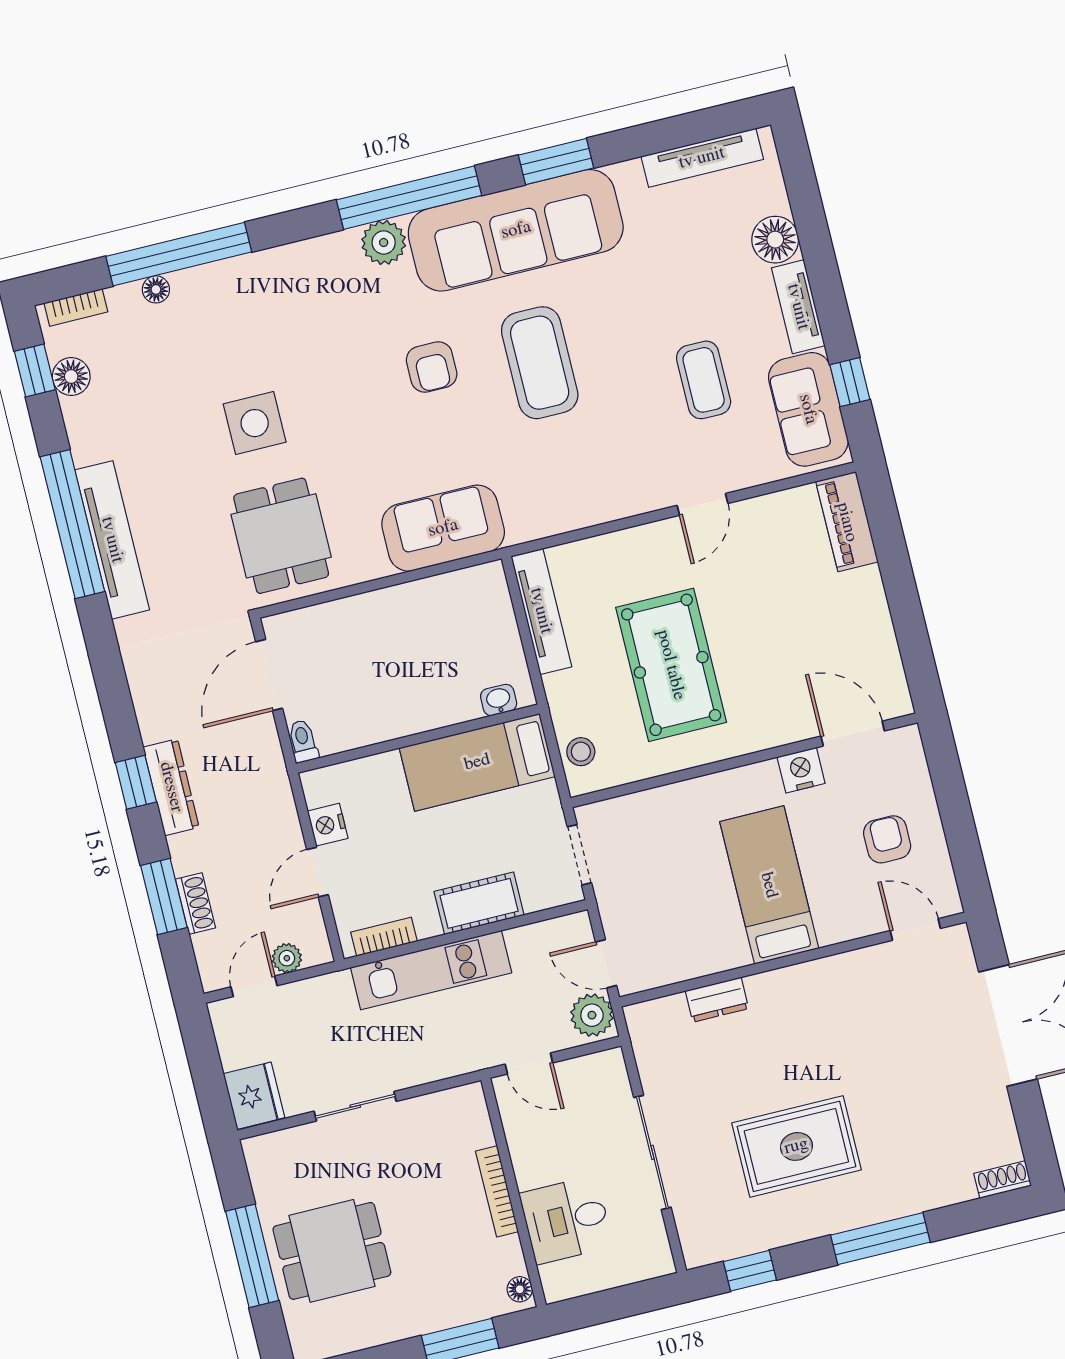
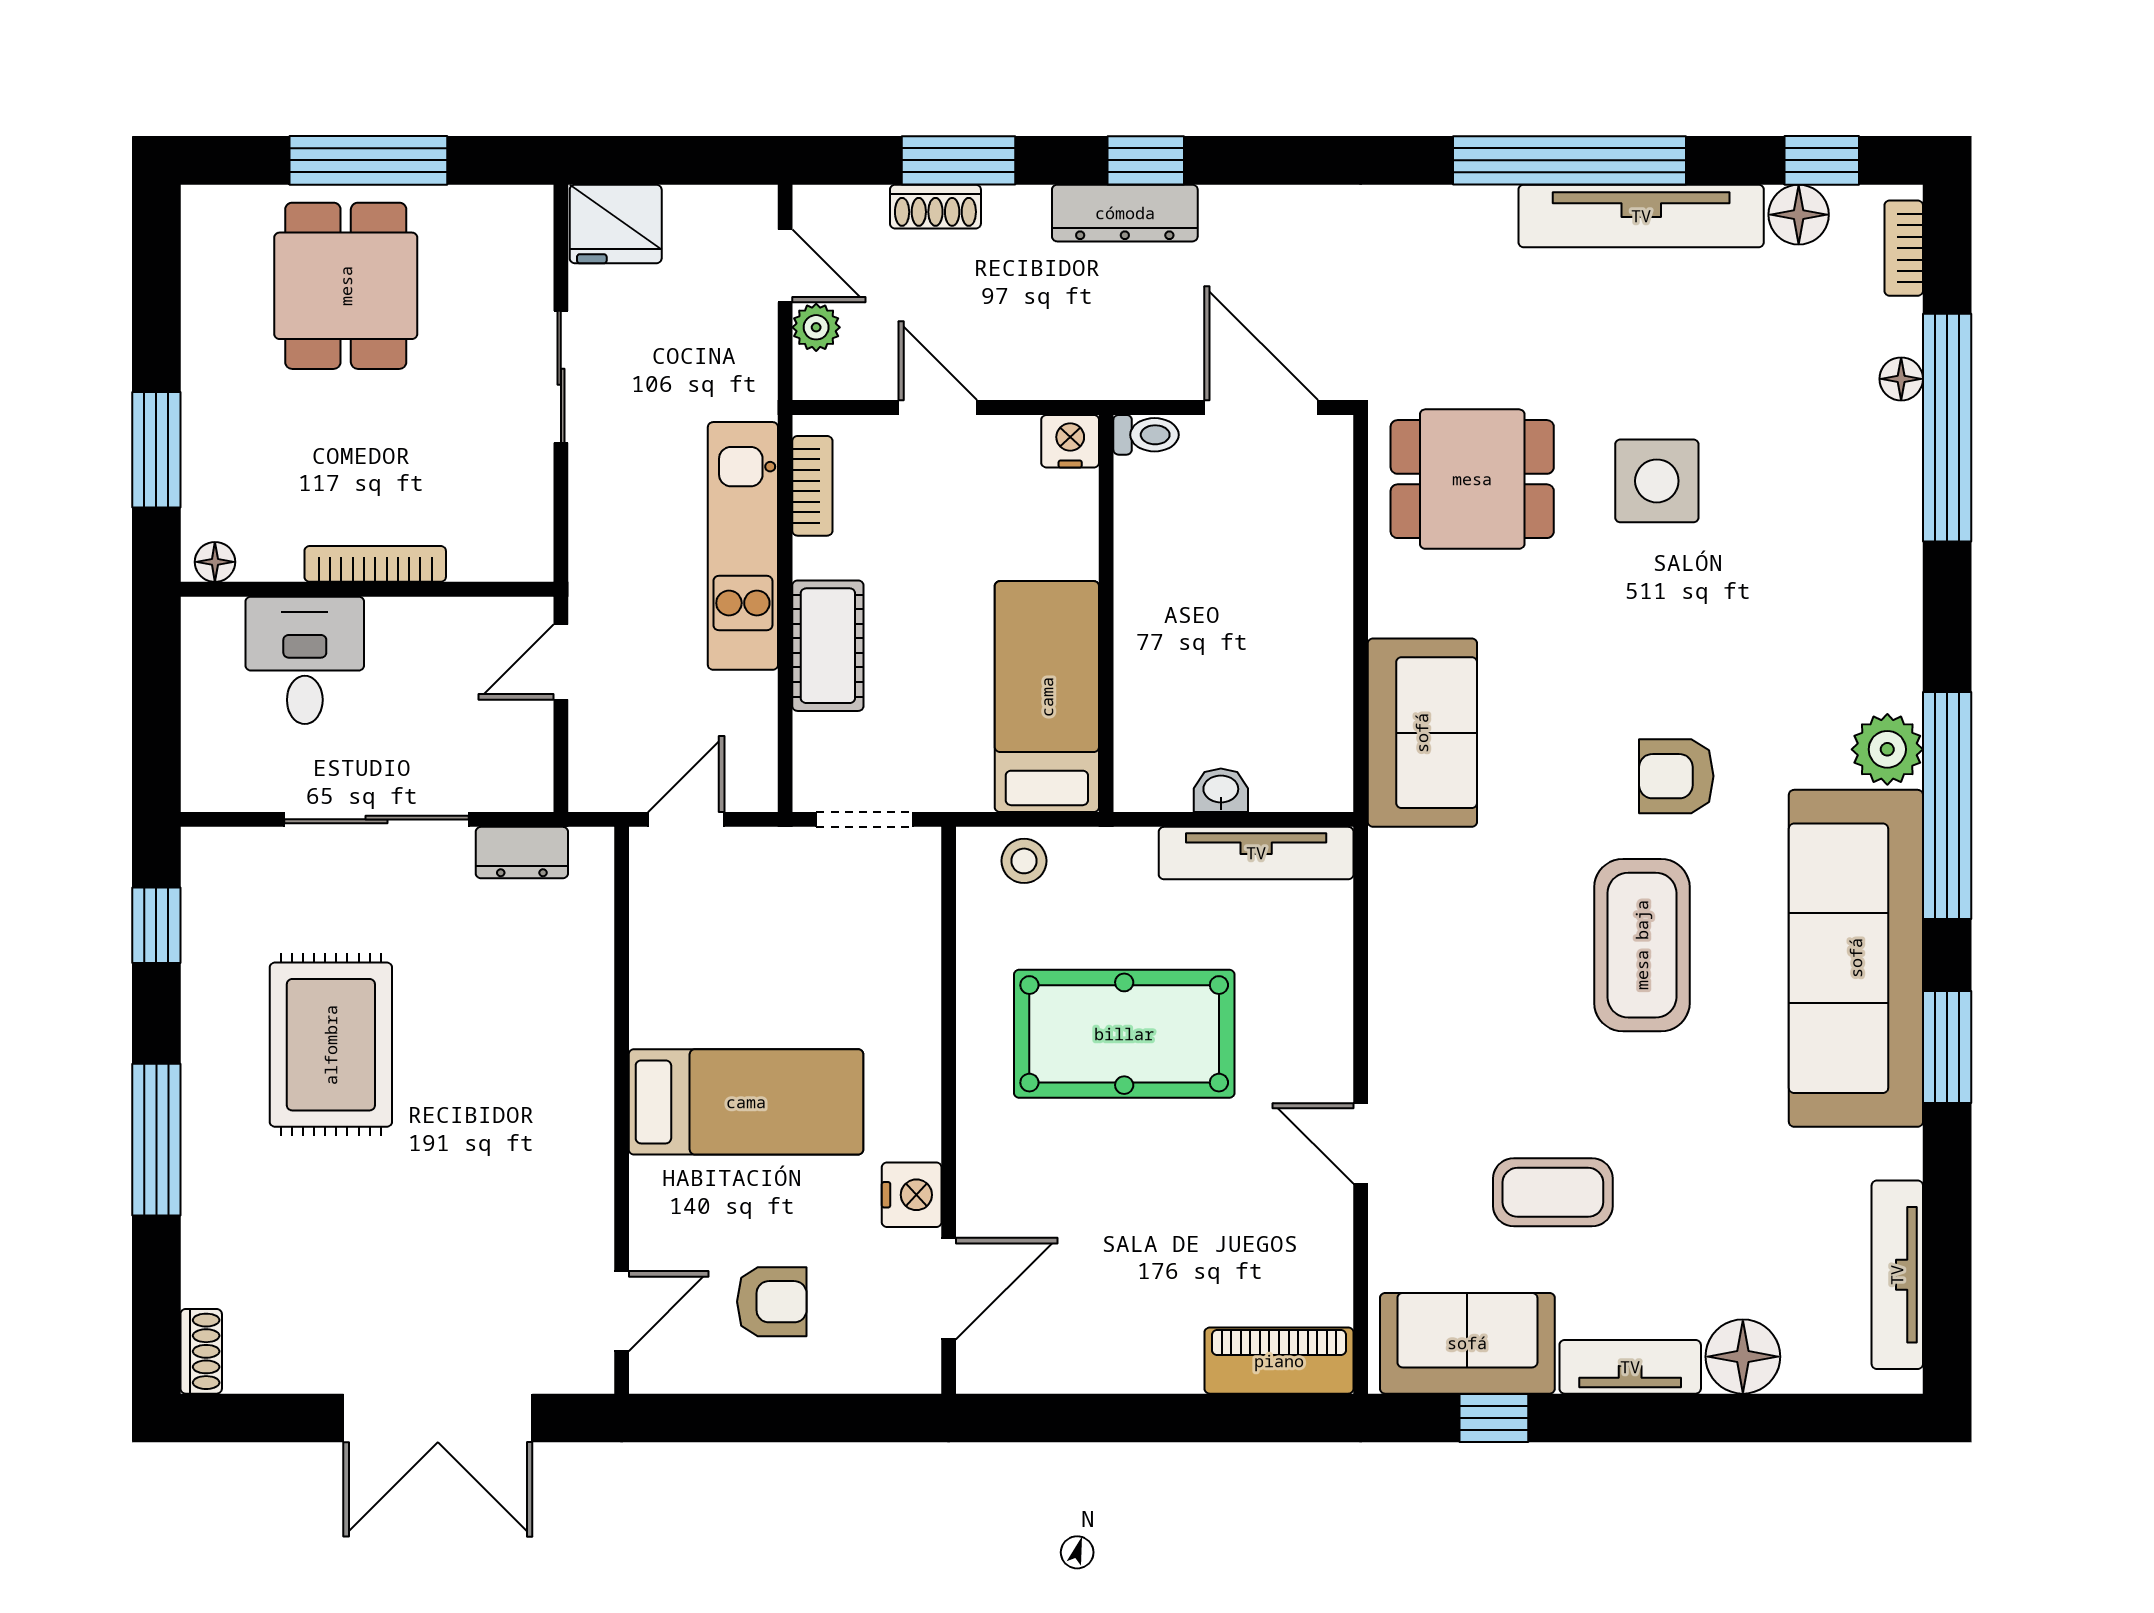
coffee table: (540, 363) -> (1642, 945), turned 90
tv unit: (112, 540) -> (1641, 216), moved
washbasin: (499, 700) -> (1221, 790), moved, turned -90
nightstand: (328, 825) -> (1070, 441), moved
dresser: (717, 1000) -> (522, 853), moved, turned -90
plant: (592, 1015) -> (612, 778), removed

